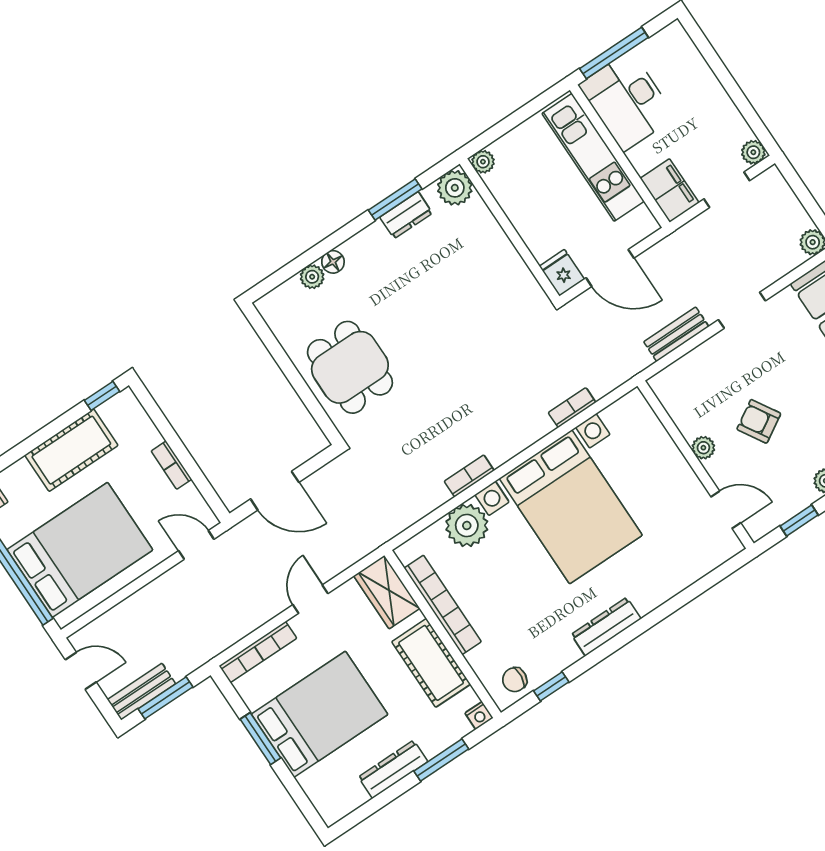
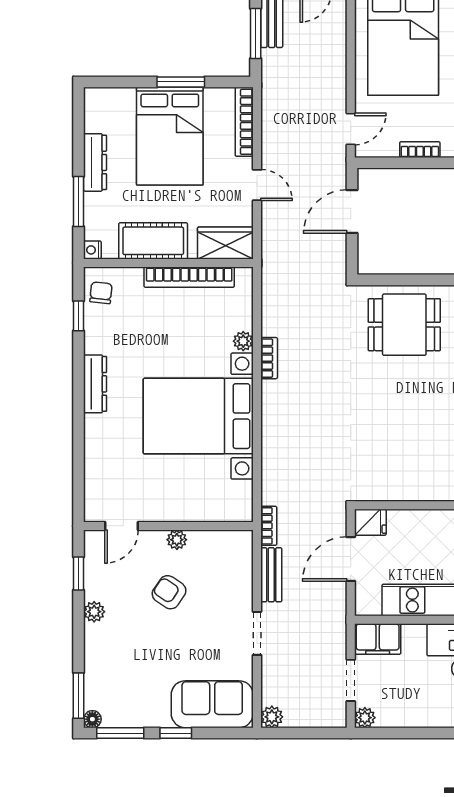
bookcase: (572, 408) -> (269, 526), moved
armchair: (759, 421) -> (169, 592), turned -115
plant: (467, 525) -> (243, 341), width x0.53, depth x0.53

